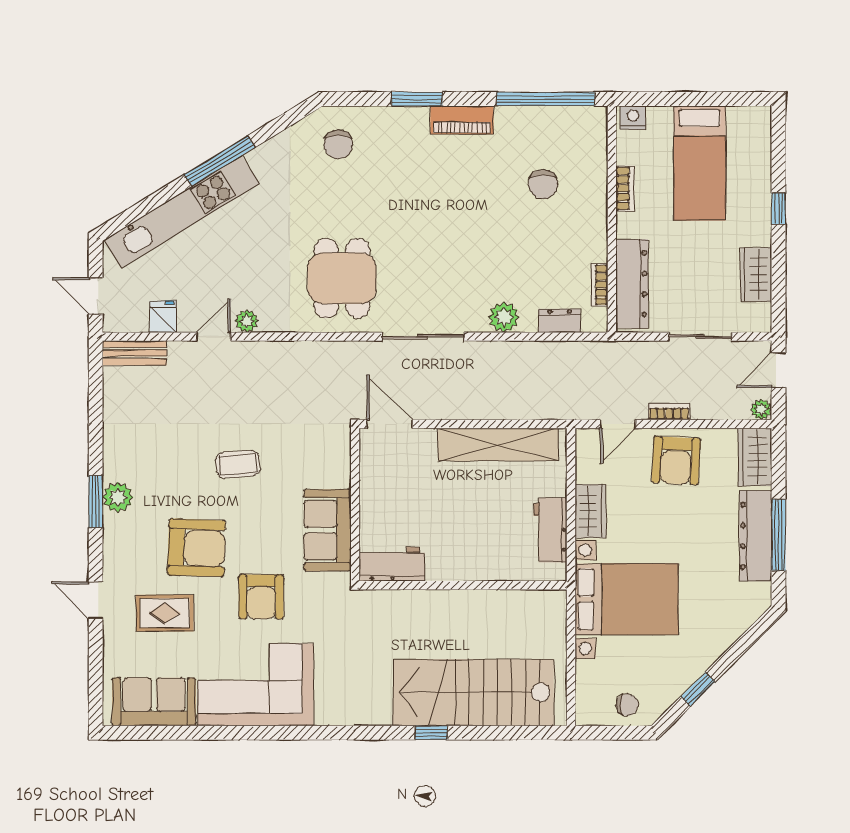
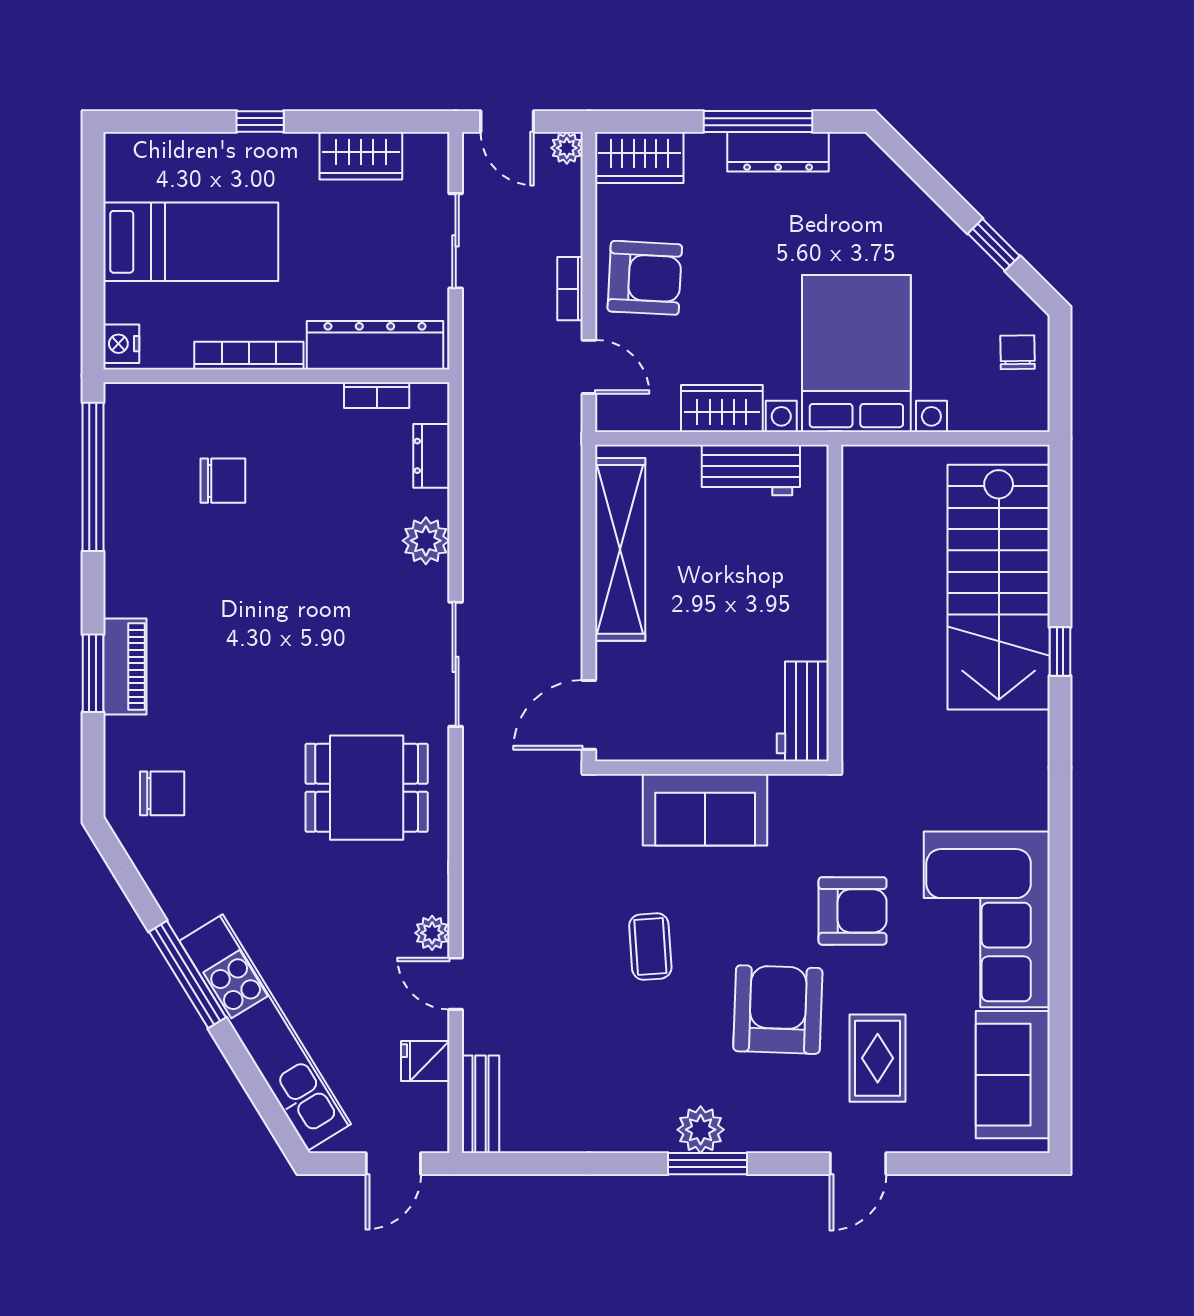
piano: (462, 120) -> (125, 667), moved
bookcase: (625, 188) -> (249, 356), width x1.56
sofa: (327, 530) -> (705, 810), moved
dresser: (756, 536) -> (778, 152), width x0.73, depth x0.80

